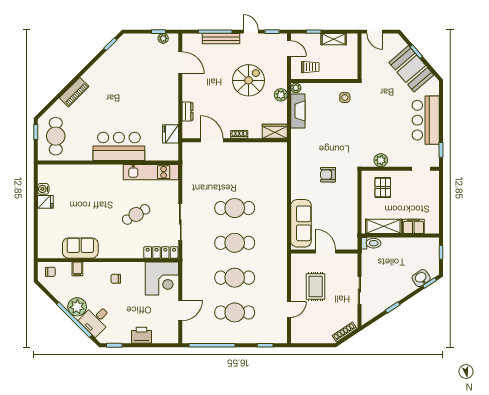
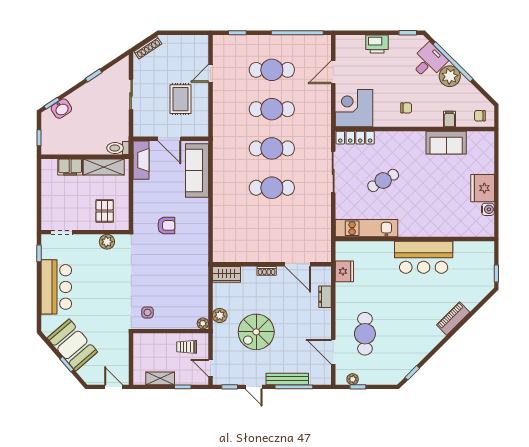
fireplace: (298, 111) -> (141, 160), moved, turned 180
cafe table: (56, 136) -> (365, 334), moved
bar counter: (119, 146) -> (424, 257), moved
fridge: (45, 202) -> (483, 188), width x1.88, depth x1.34

